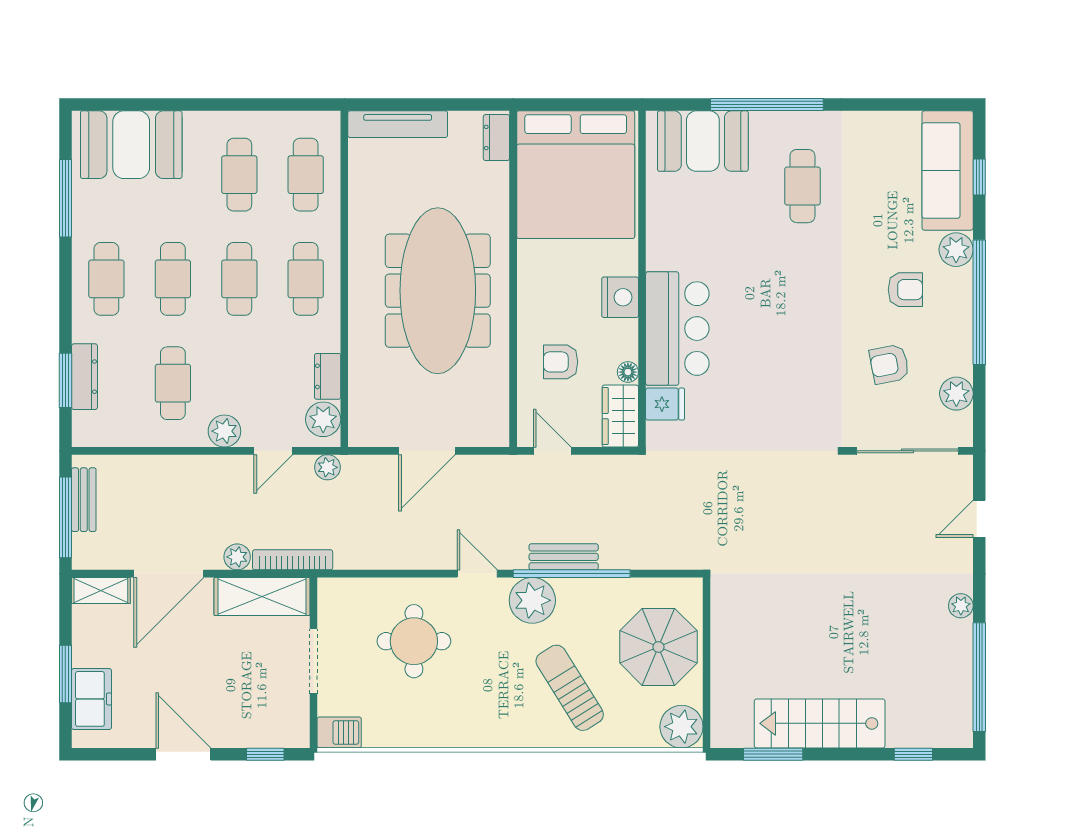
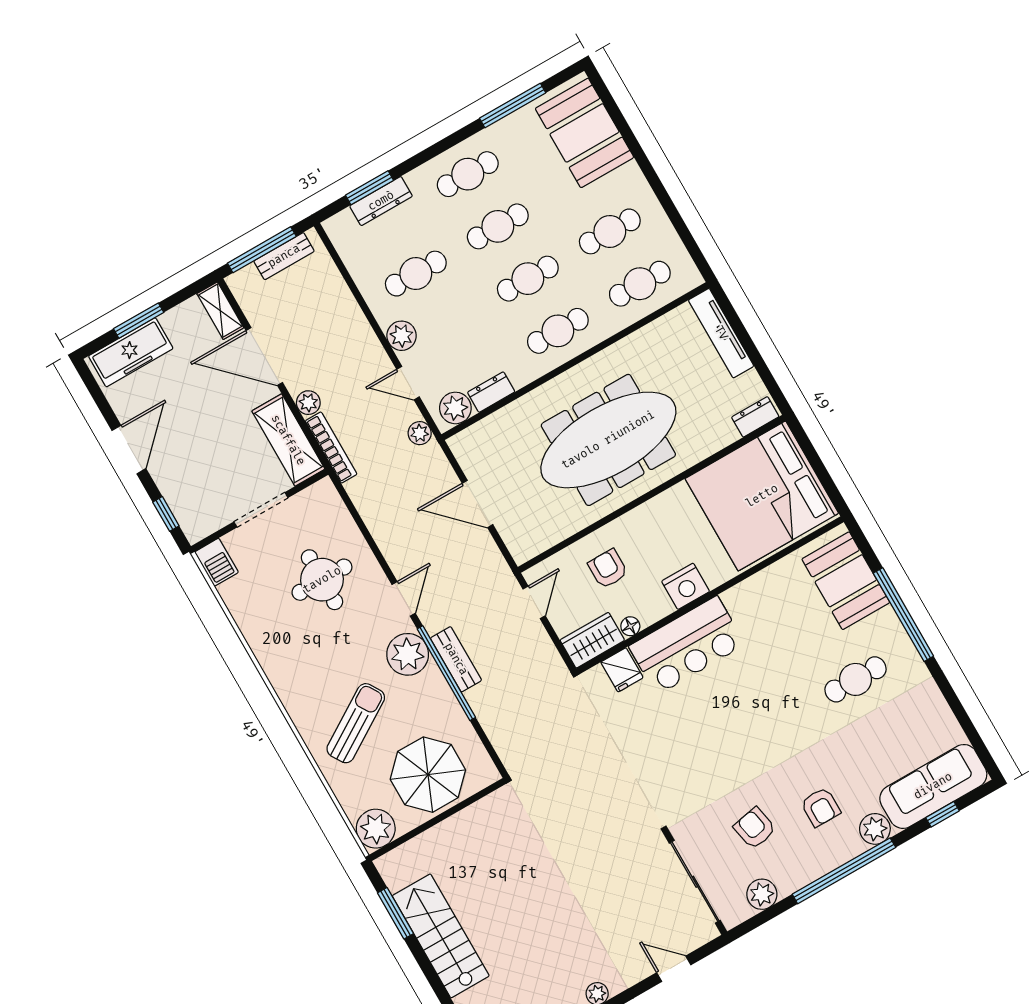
freezer: (91, 699) -> (131, 352), width x1.40

